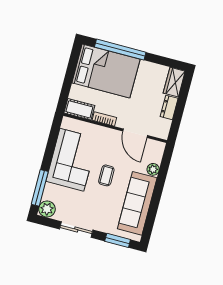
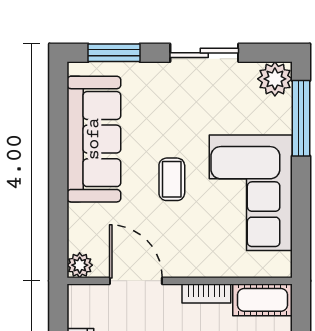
plant: (153, 169) -> (80, 265), moved

